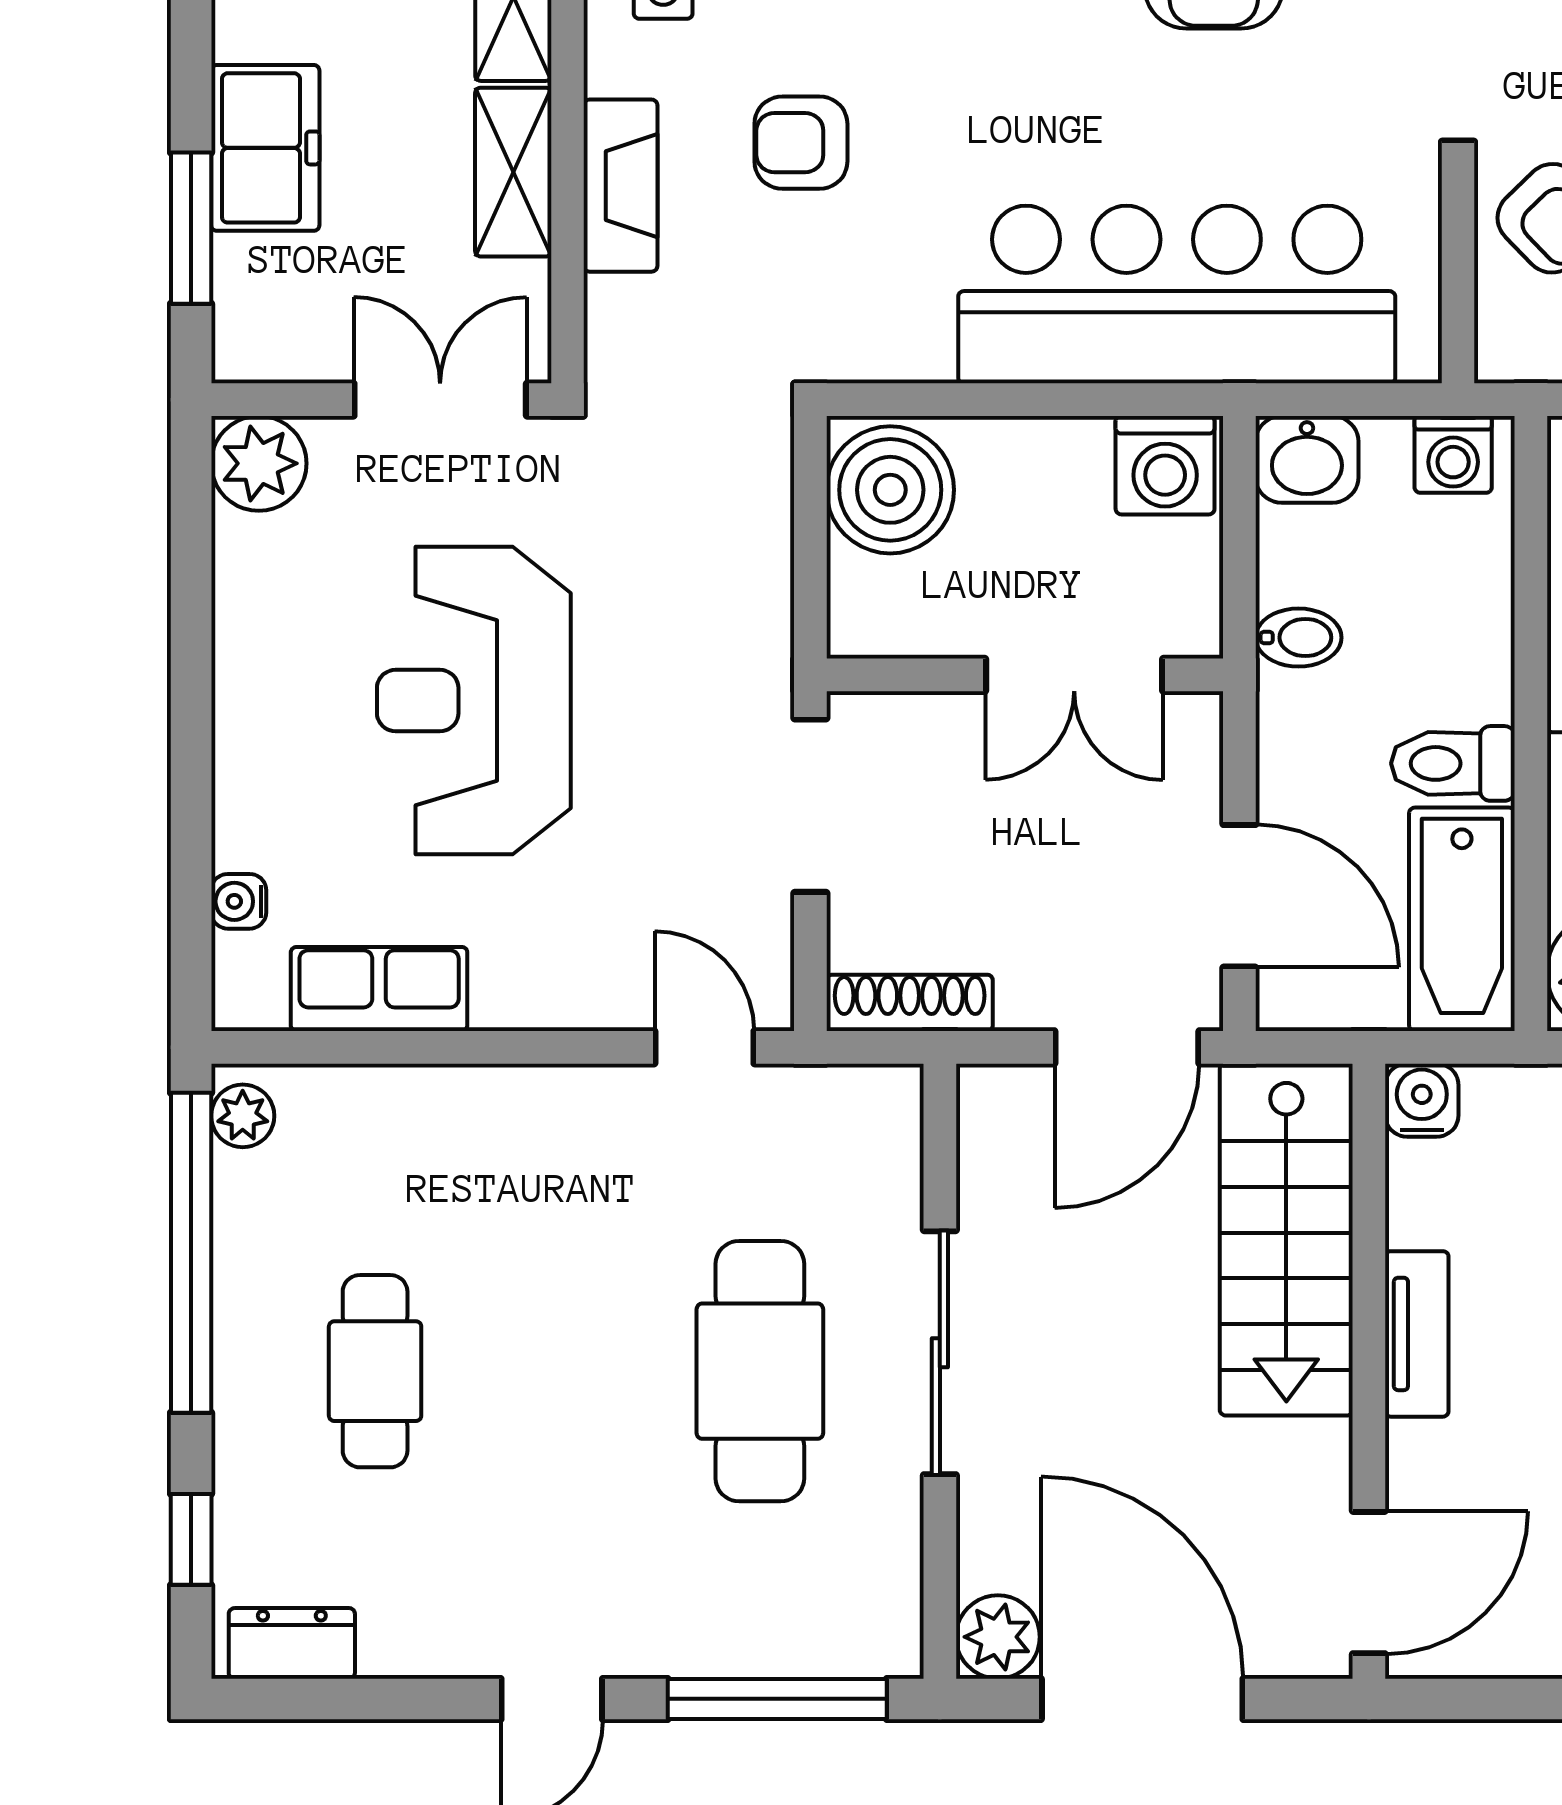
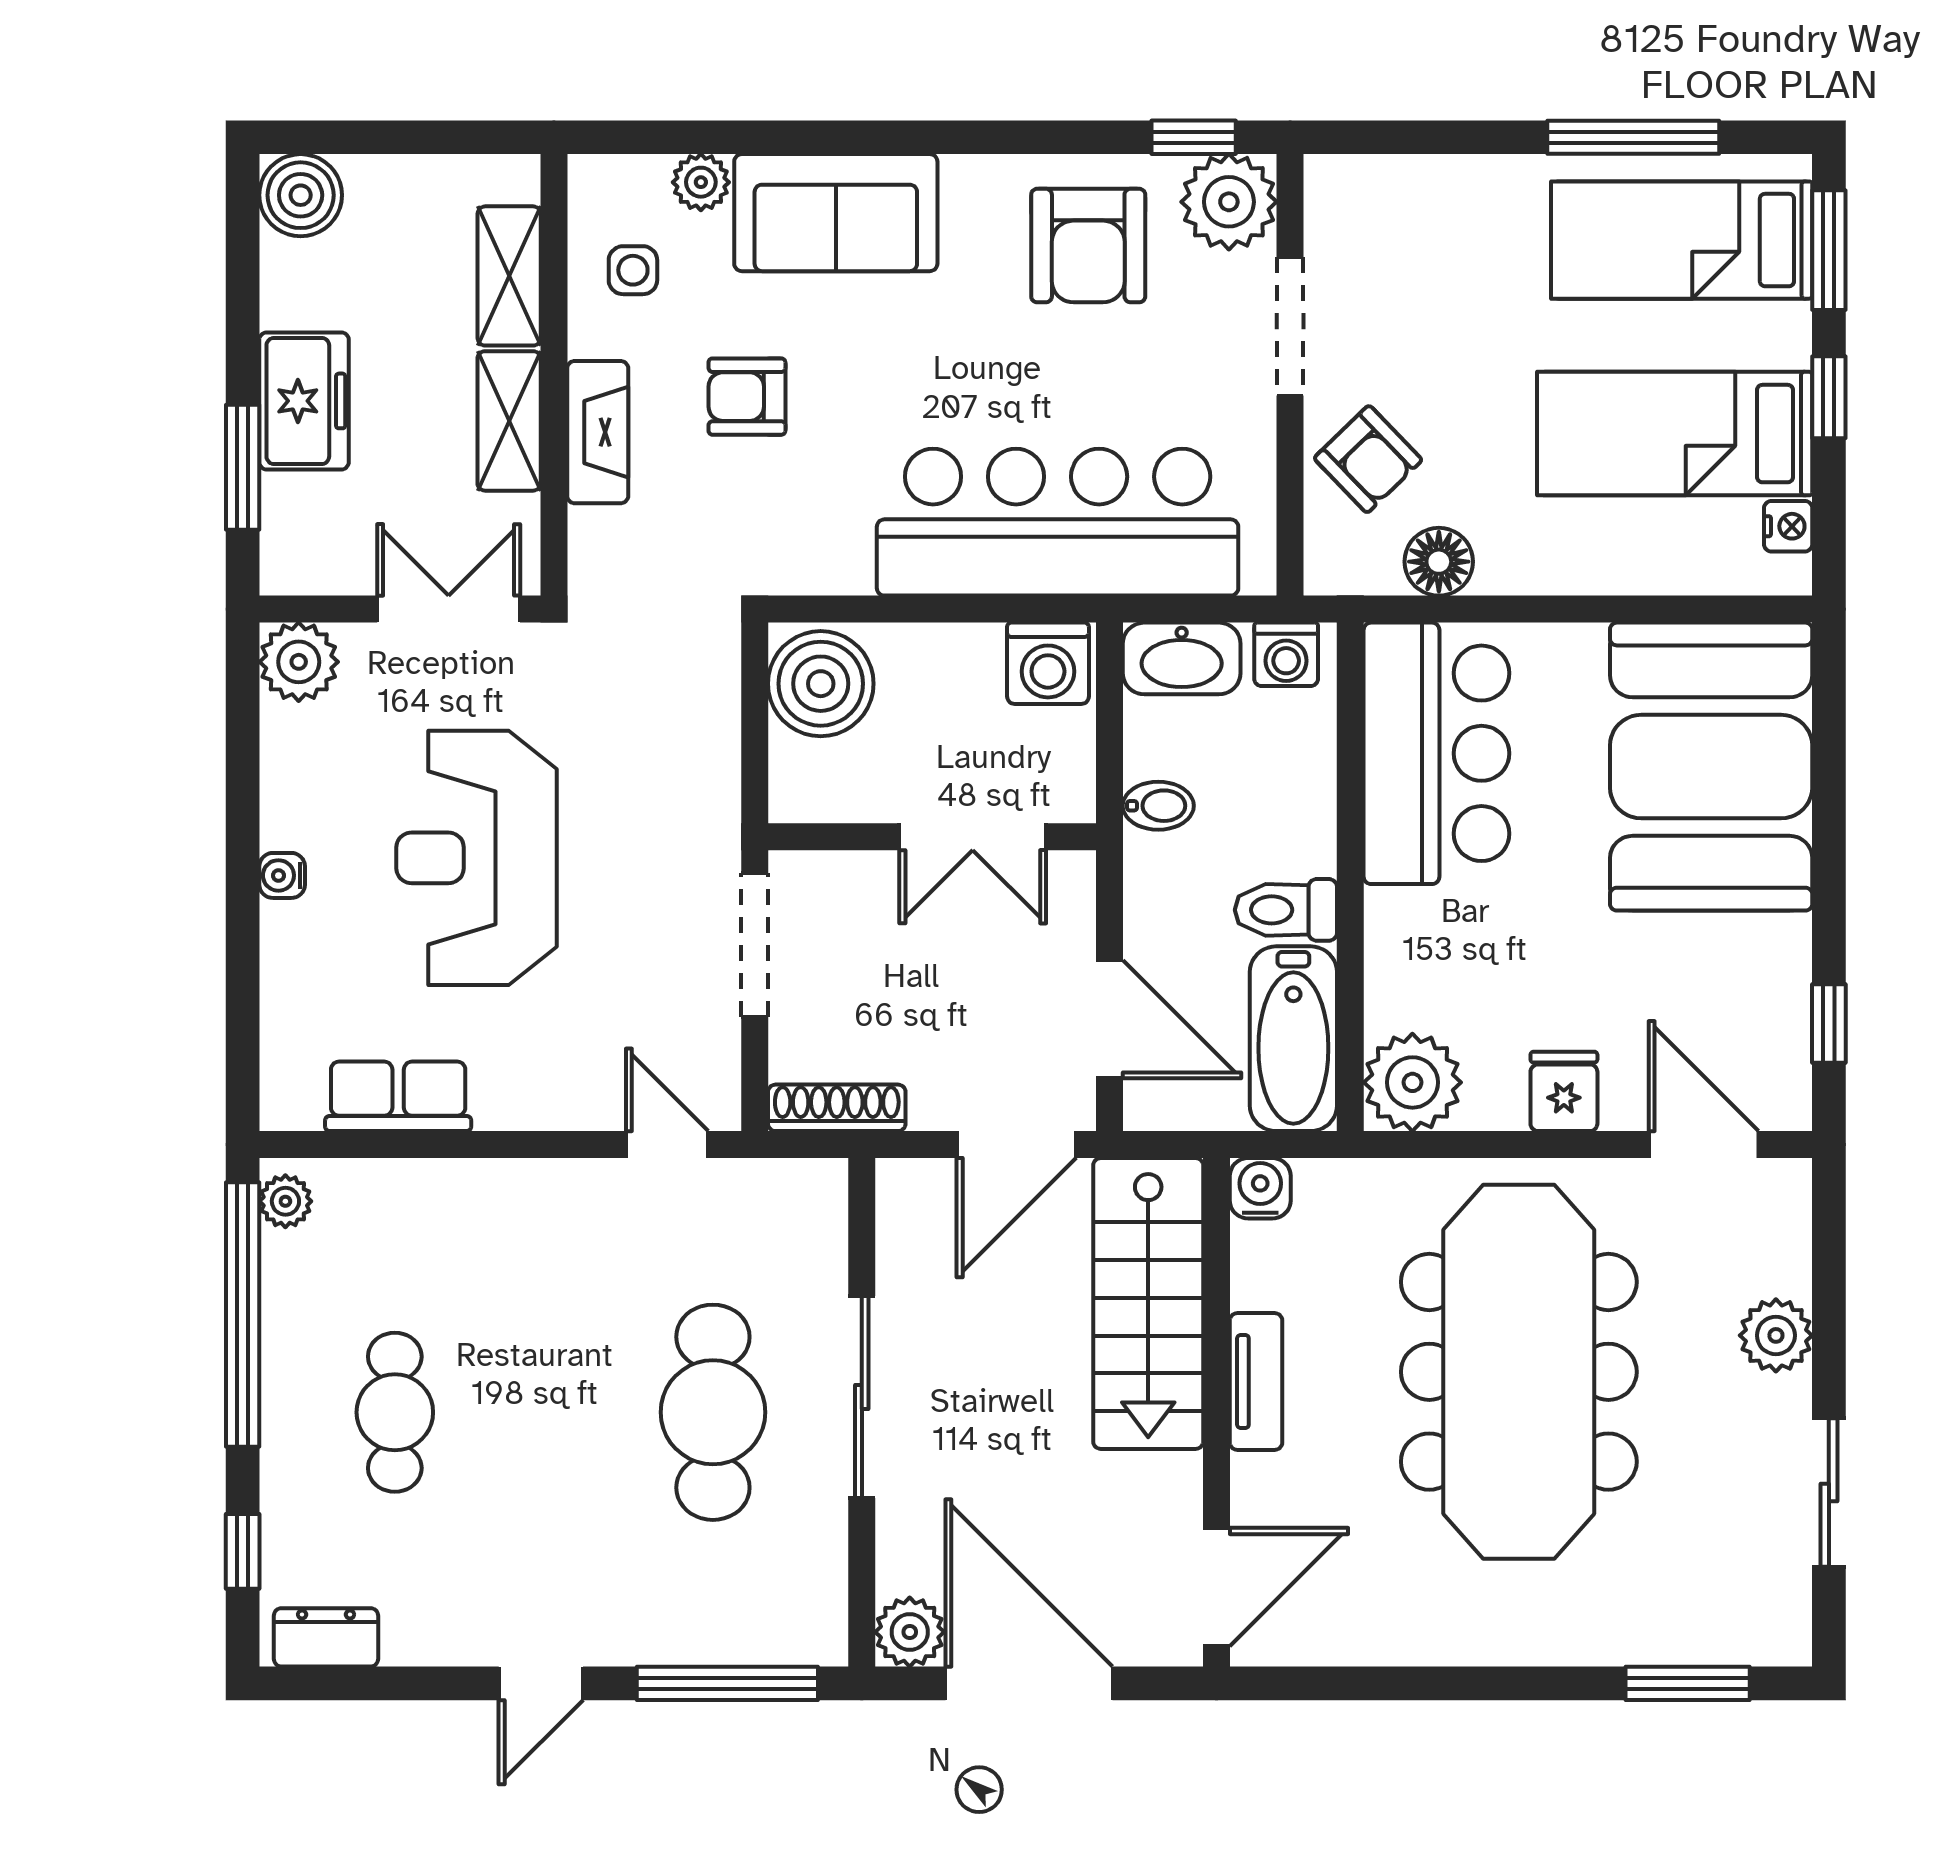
washbasin: (1307, 459) -> (1182, 658), width x1.38
water cooler: (239, 901) -> (282, 875), moved

